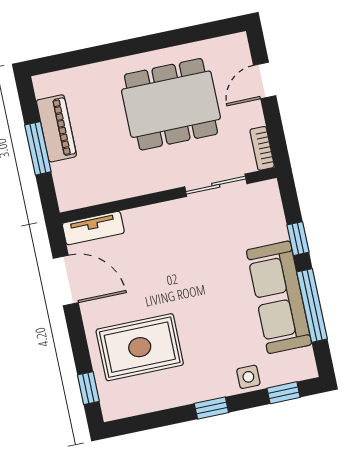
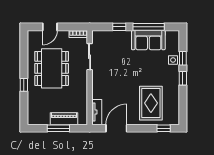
window: (120, 49) -> (24, 85), added
door: (265, 80) -> (50, 27), hinge flipped
piano: (56, 128) -> (64, 119), moved
sofa: (279, 297) -> (148, 40), width x0.73
window: (284, 393) -> (183, 58), moved

